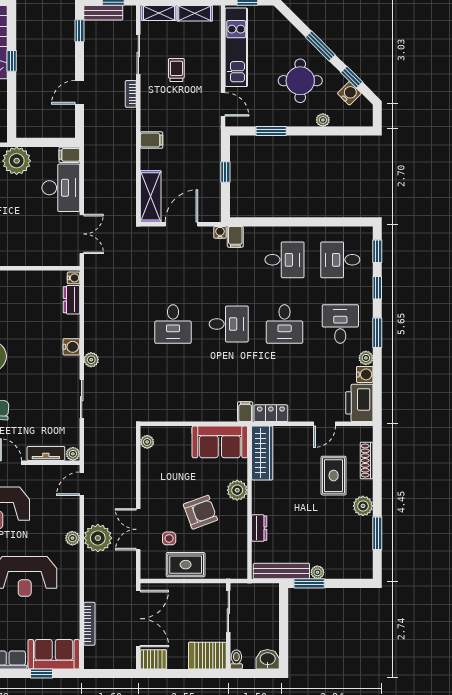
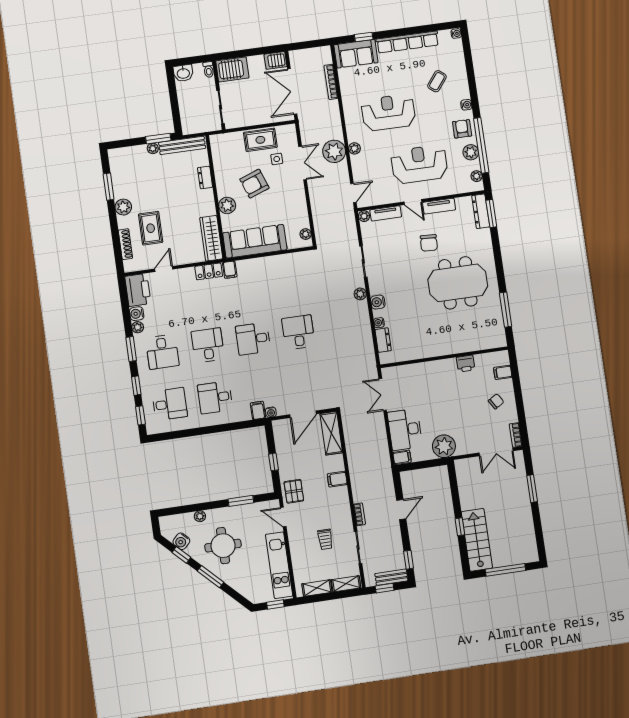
pallet: (206, 133) -> (294, 491), added
water cooler: (74, 278) -> (379, 323), moved
sofa: (220, 442) -> (255, 241), width x1.36

